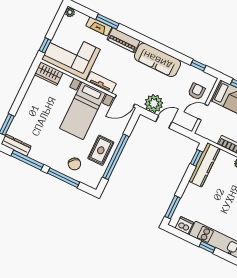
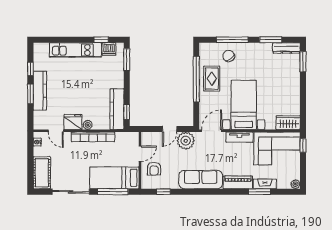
window: (27, 160) -> (271, 40), width x0.69
window: (207, 247) -> (101, 40), moved

